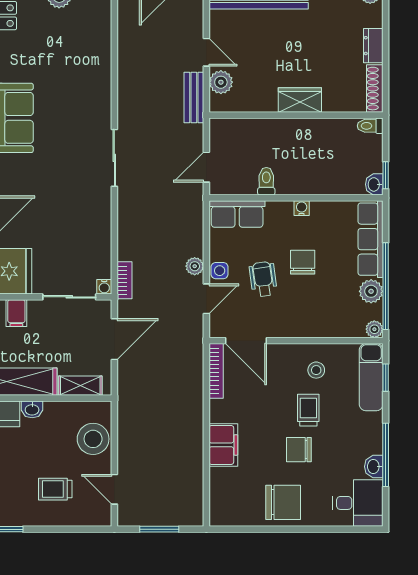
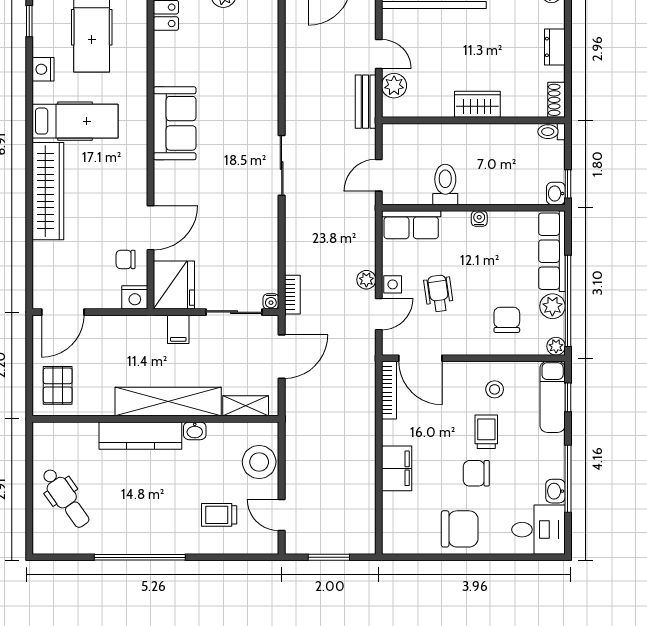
shoe rack: (375, 89) -> (556, 100), width x0.70
toilet: (266, 181) -> (445, 184), width x1.37, depth x1.39
chair: (303, 262) -> (507, 320), moved

